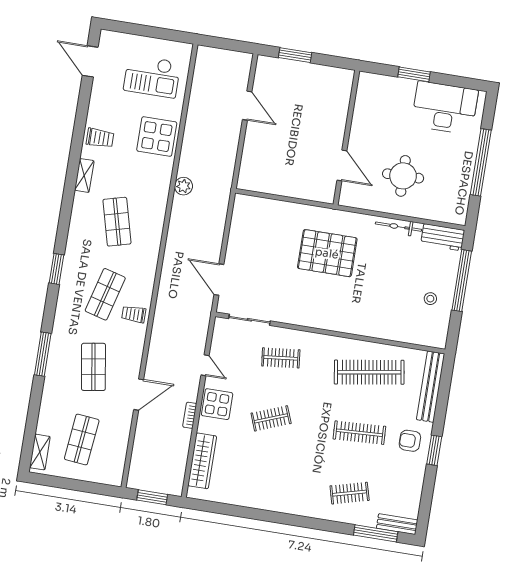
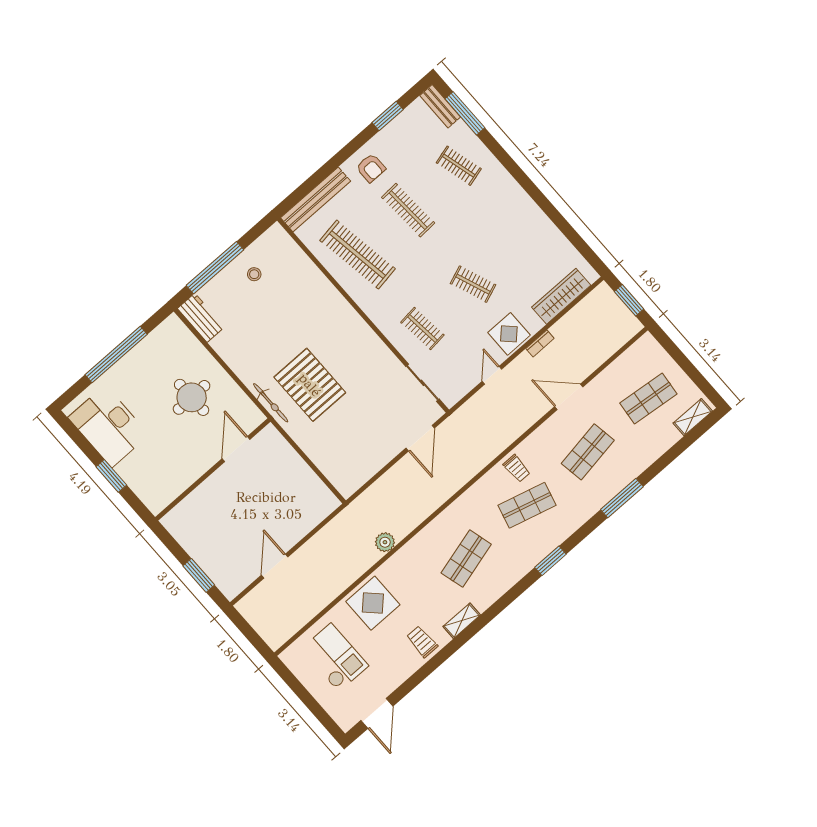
bicycle: (398, 227) -> (271, 403), moved
window: (434, 450) -> (388, 116), moved

